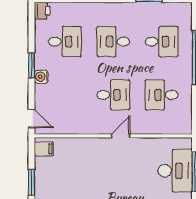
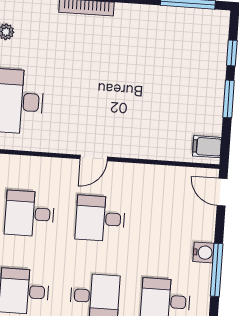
window: (31, 65) -> (217, 270), width x1.44
desk: (162, 95) -> (30, 214), turned 180

